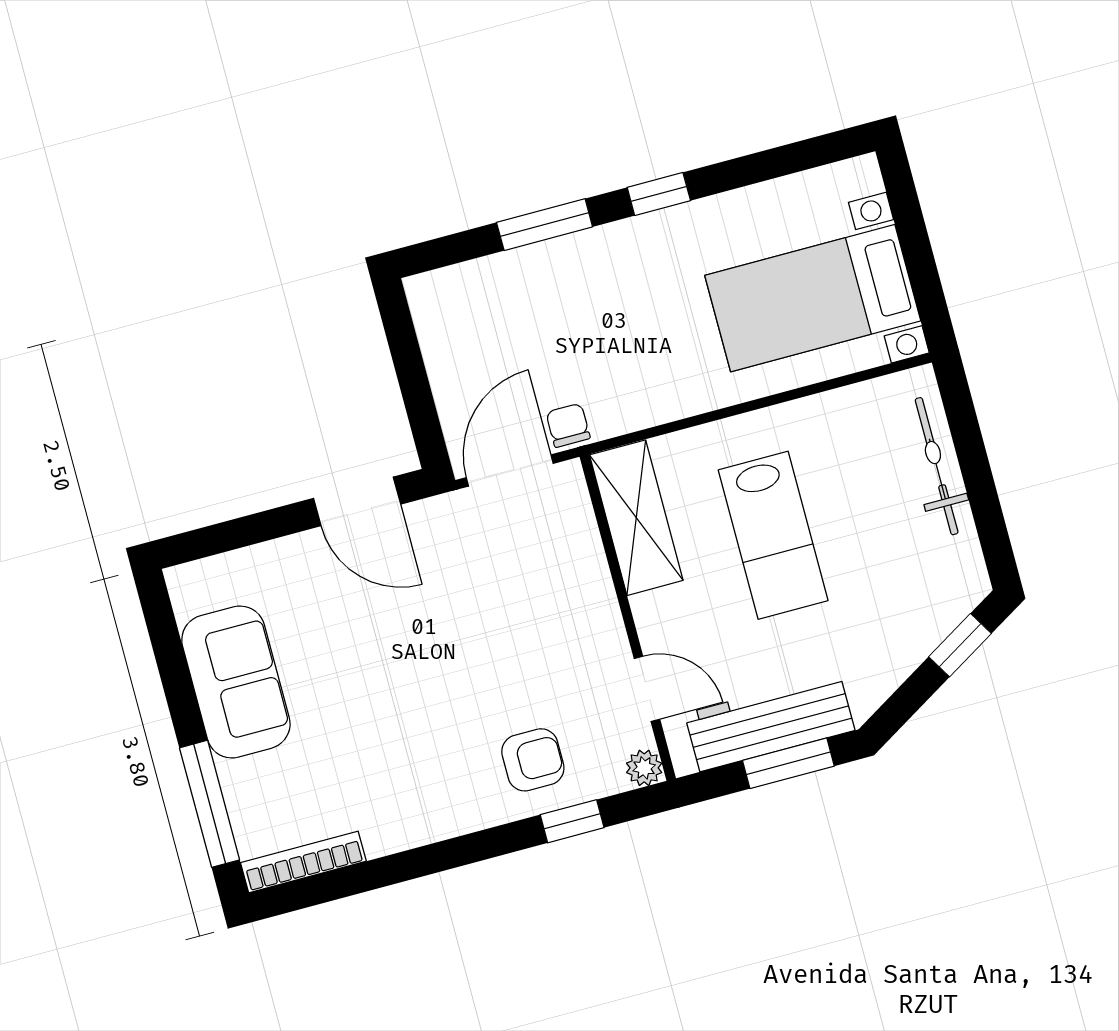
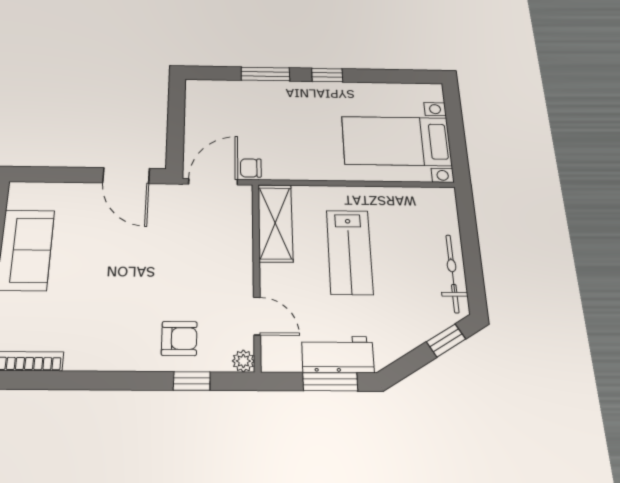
chair: (568, 425) -> (251, 168), turned -90
bicycle: (937, 466) -> (452, 273), moved
workbench: (770, 722) -> (338, 354), width x0.73

